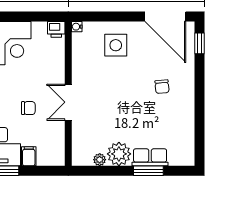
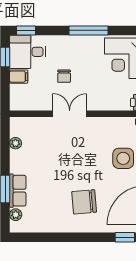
chair: (162, 87) -> (84, 202), width x1.87, depth x1.87
plant: (119, 154) -> (16, 215), moved, width x0.53, depth x0.53

